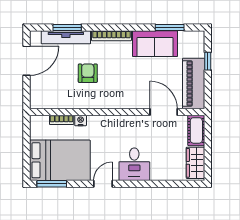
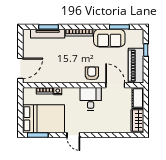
door: (27, 61) -> (20, 68), moved
armchair: (88, 73) -> (92, 73), moved
desk: (134, 164) -> (91, 99), moved, turned 180
door: (103, 184) -> (73, 135), swing flipped

